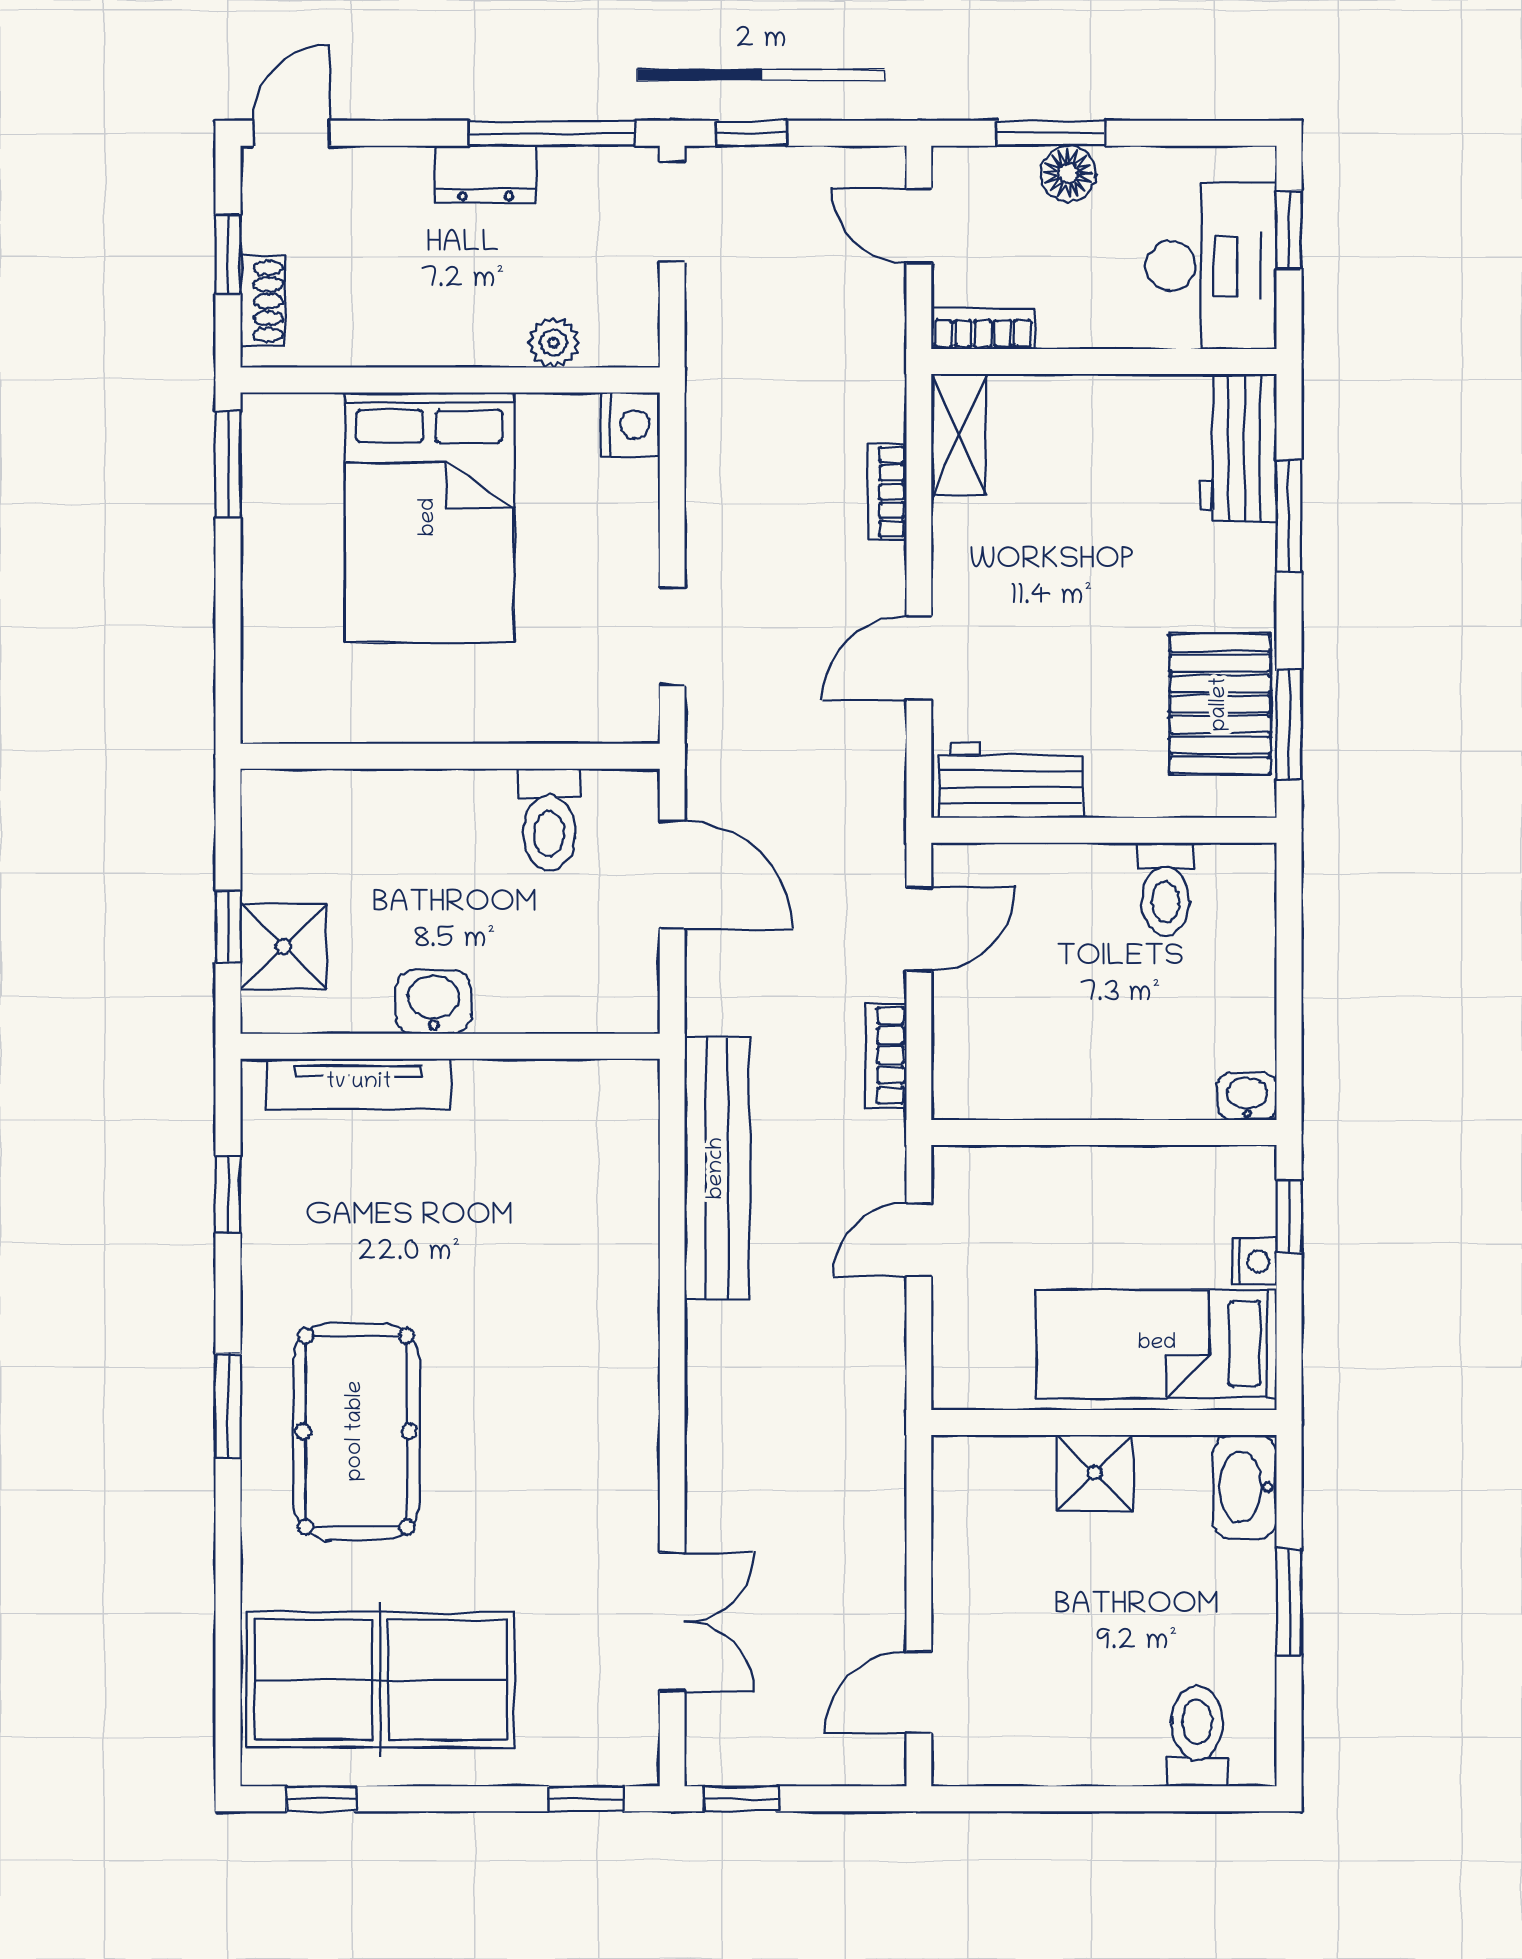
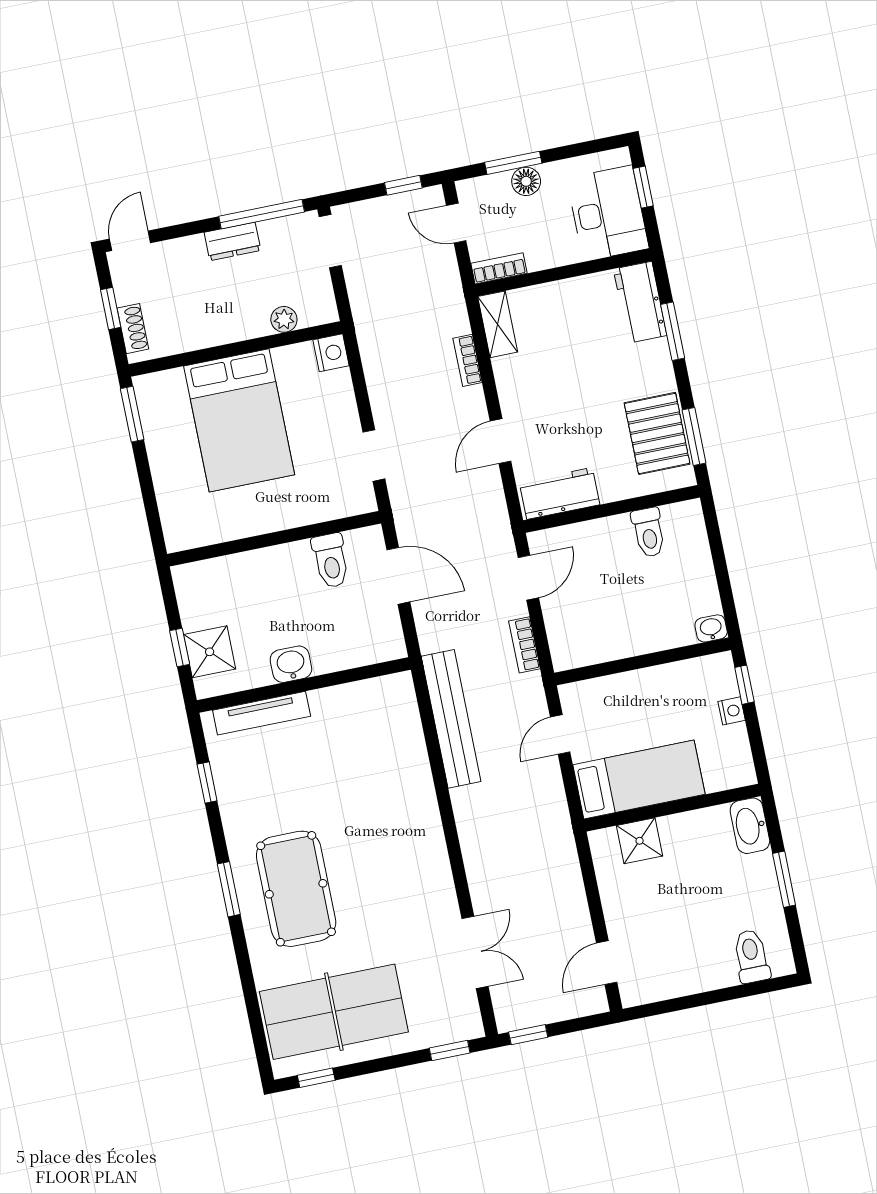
window: (752, 133) -> (403, 185), moved
bed: (1157, 1344) -> (639, 780), moved, turned 180
shower: (1095, 1473) -> (640, 841), moved

